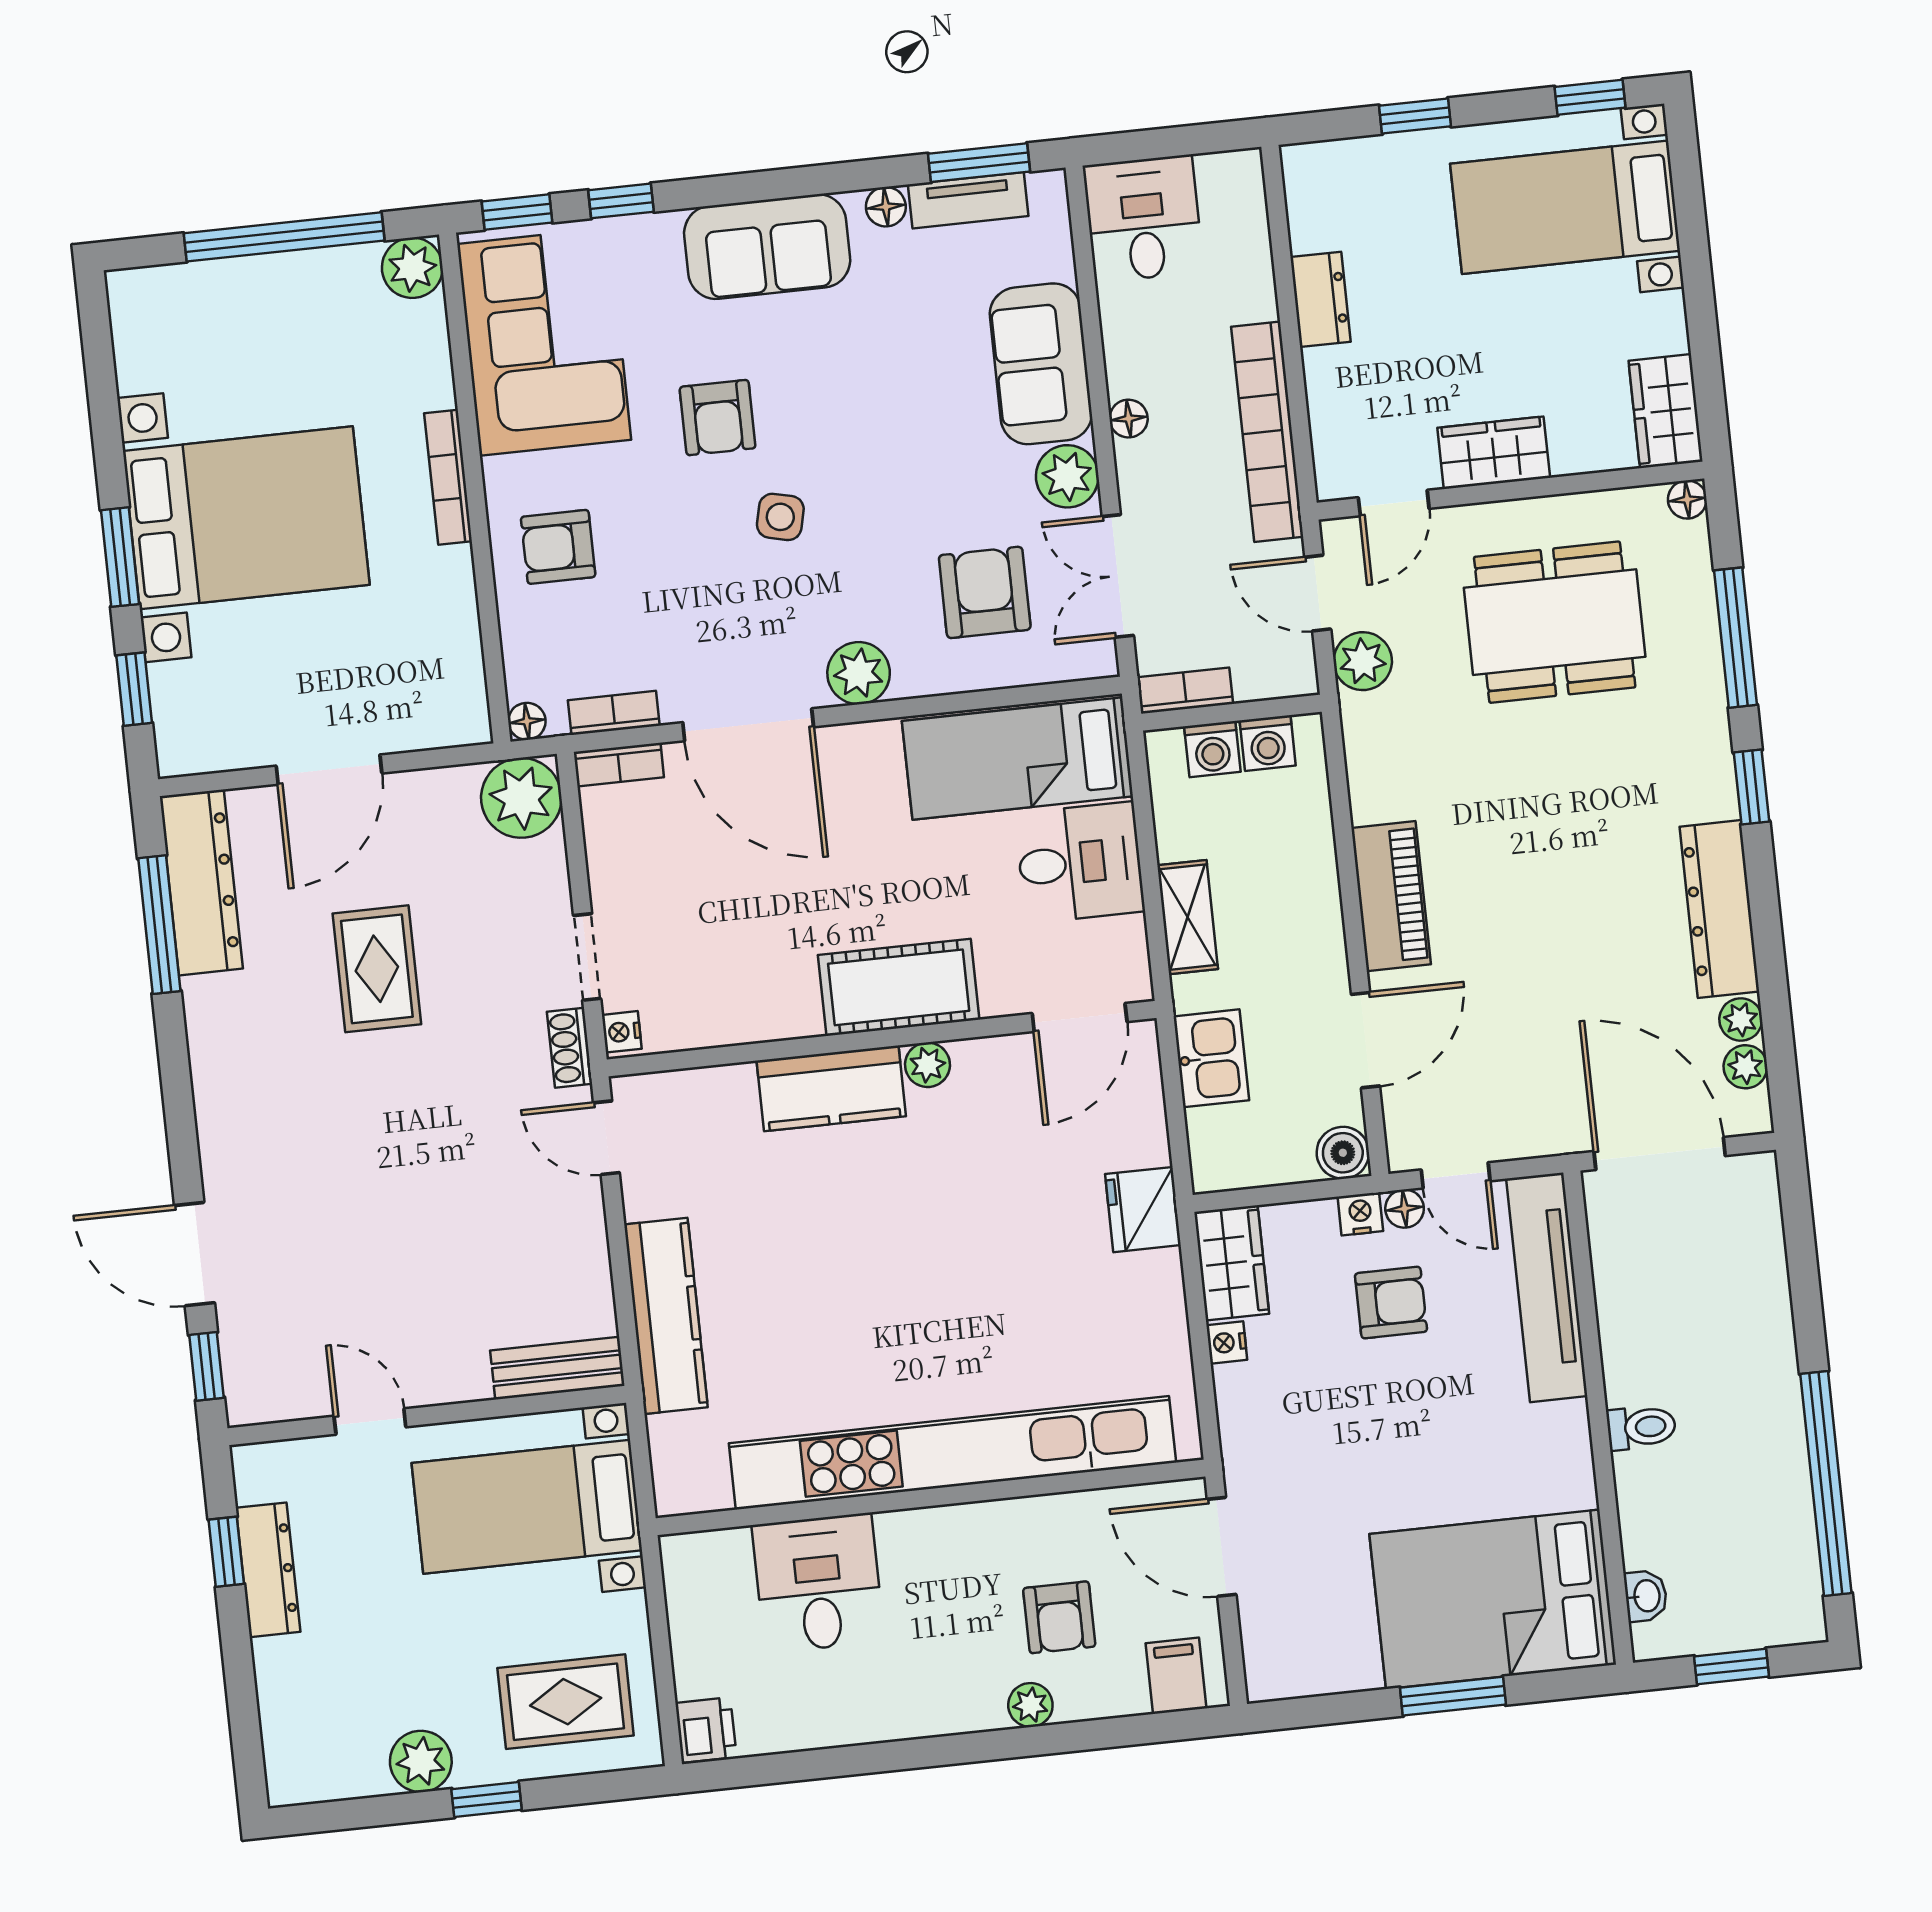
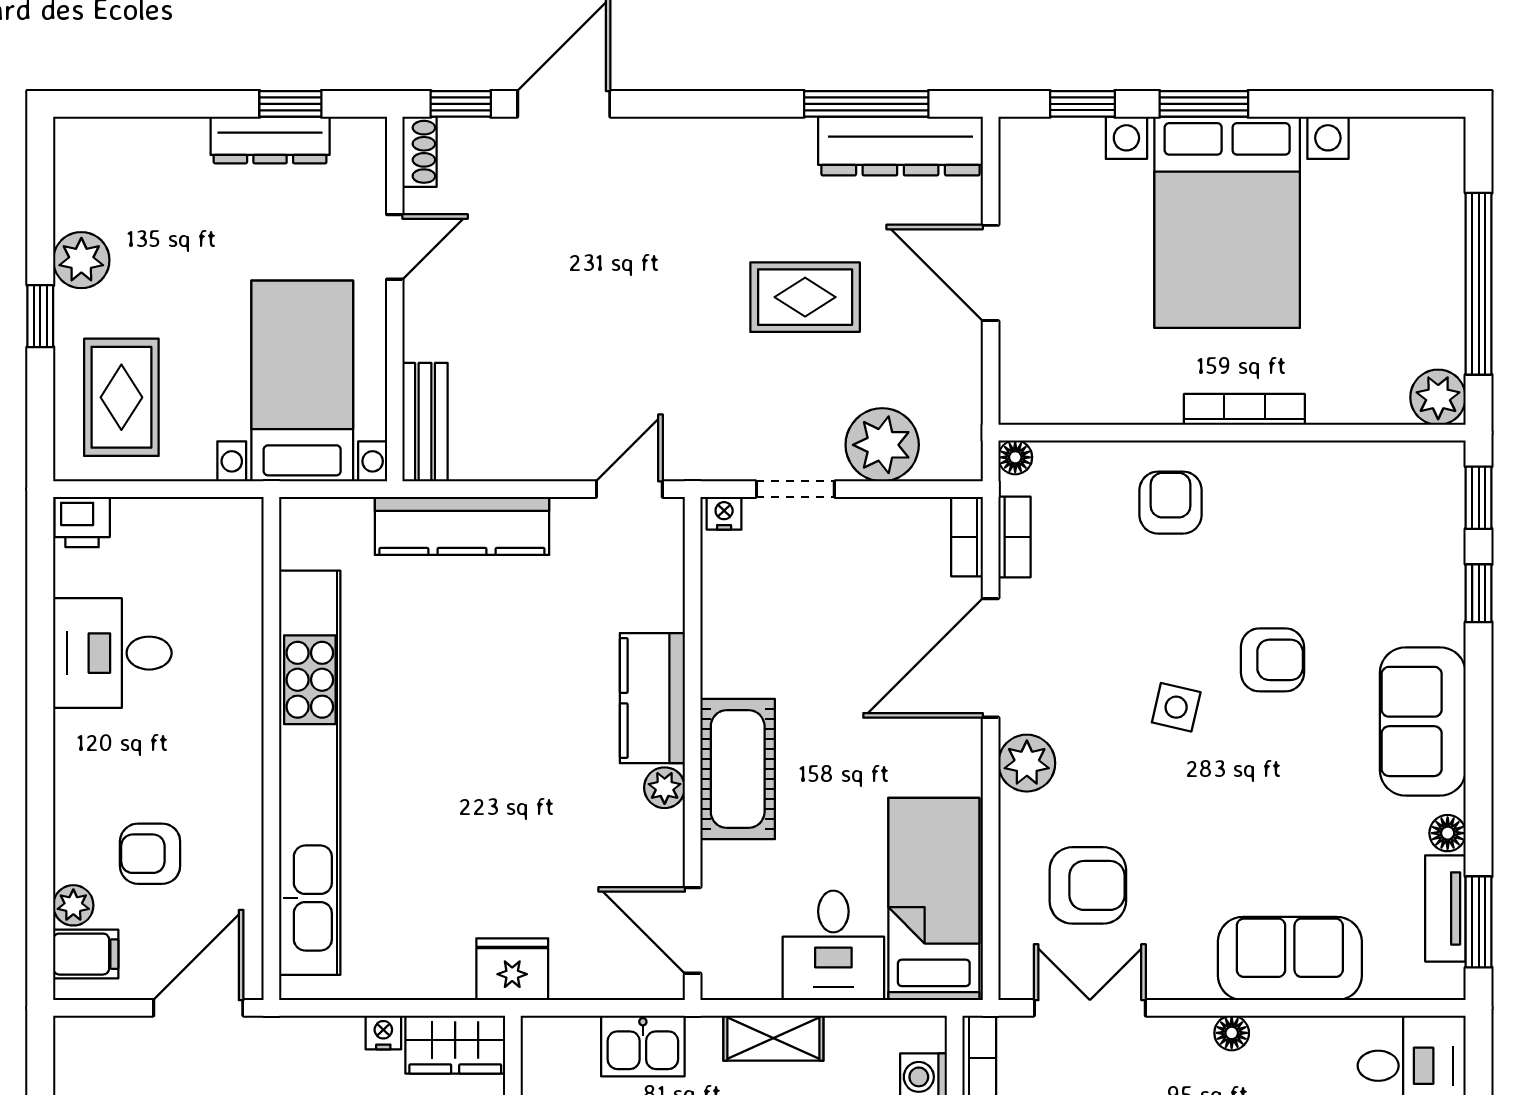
corner sofa: (544, 342) -> (1358, 510), removed
armchair: (718, 418) -> (1272, 660), turned 180
plant: (1067, 476) -> (1185, 972), removed
plant: (521, 798) -> (882, 445), moved
shoe rack: (570, 1048) -> (419, 152), moved, turned 90
desk: (818, 1583) -> (112, 653), moved, turned 180
plant: (1030, 1705) -> (73, 905), moved

